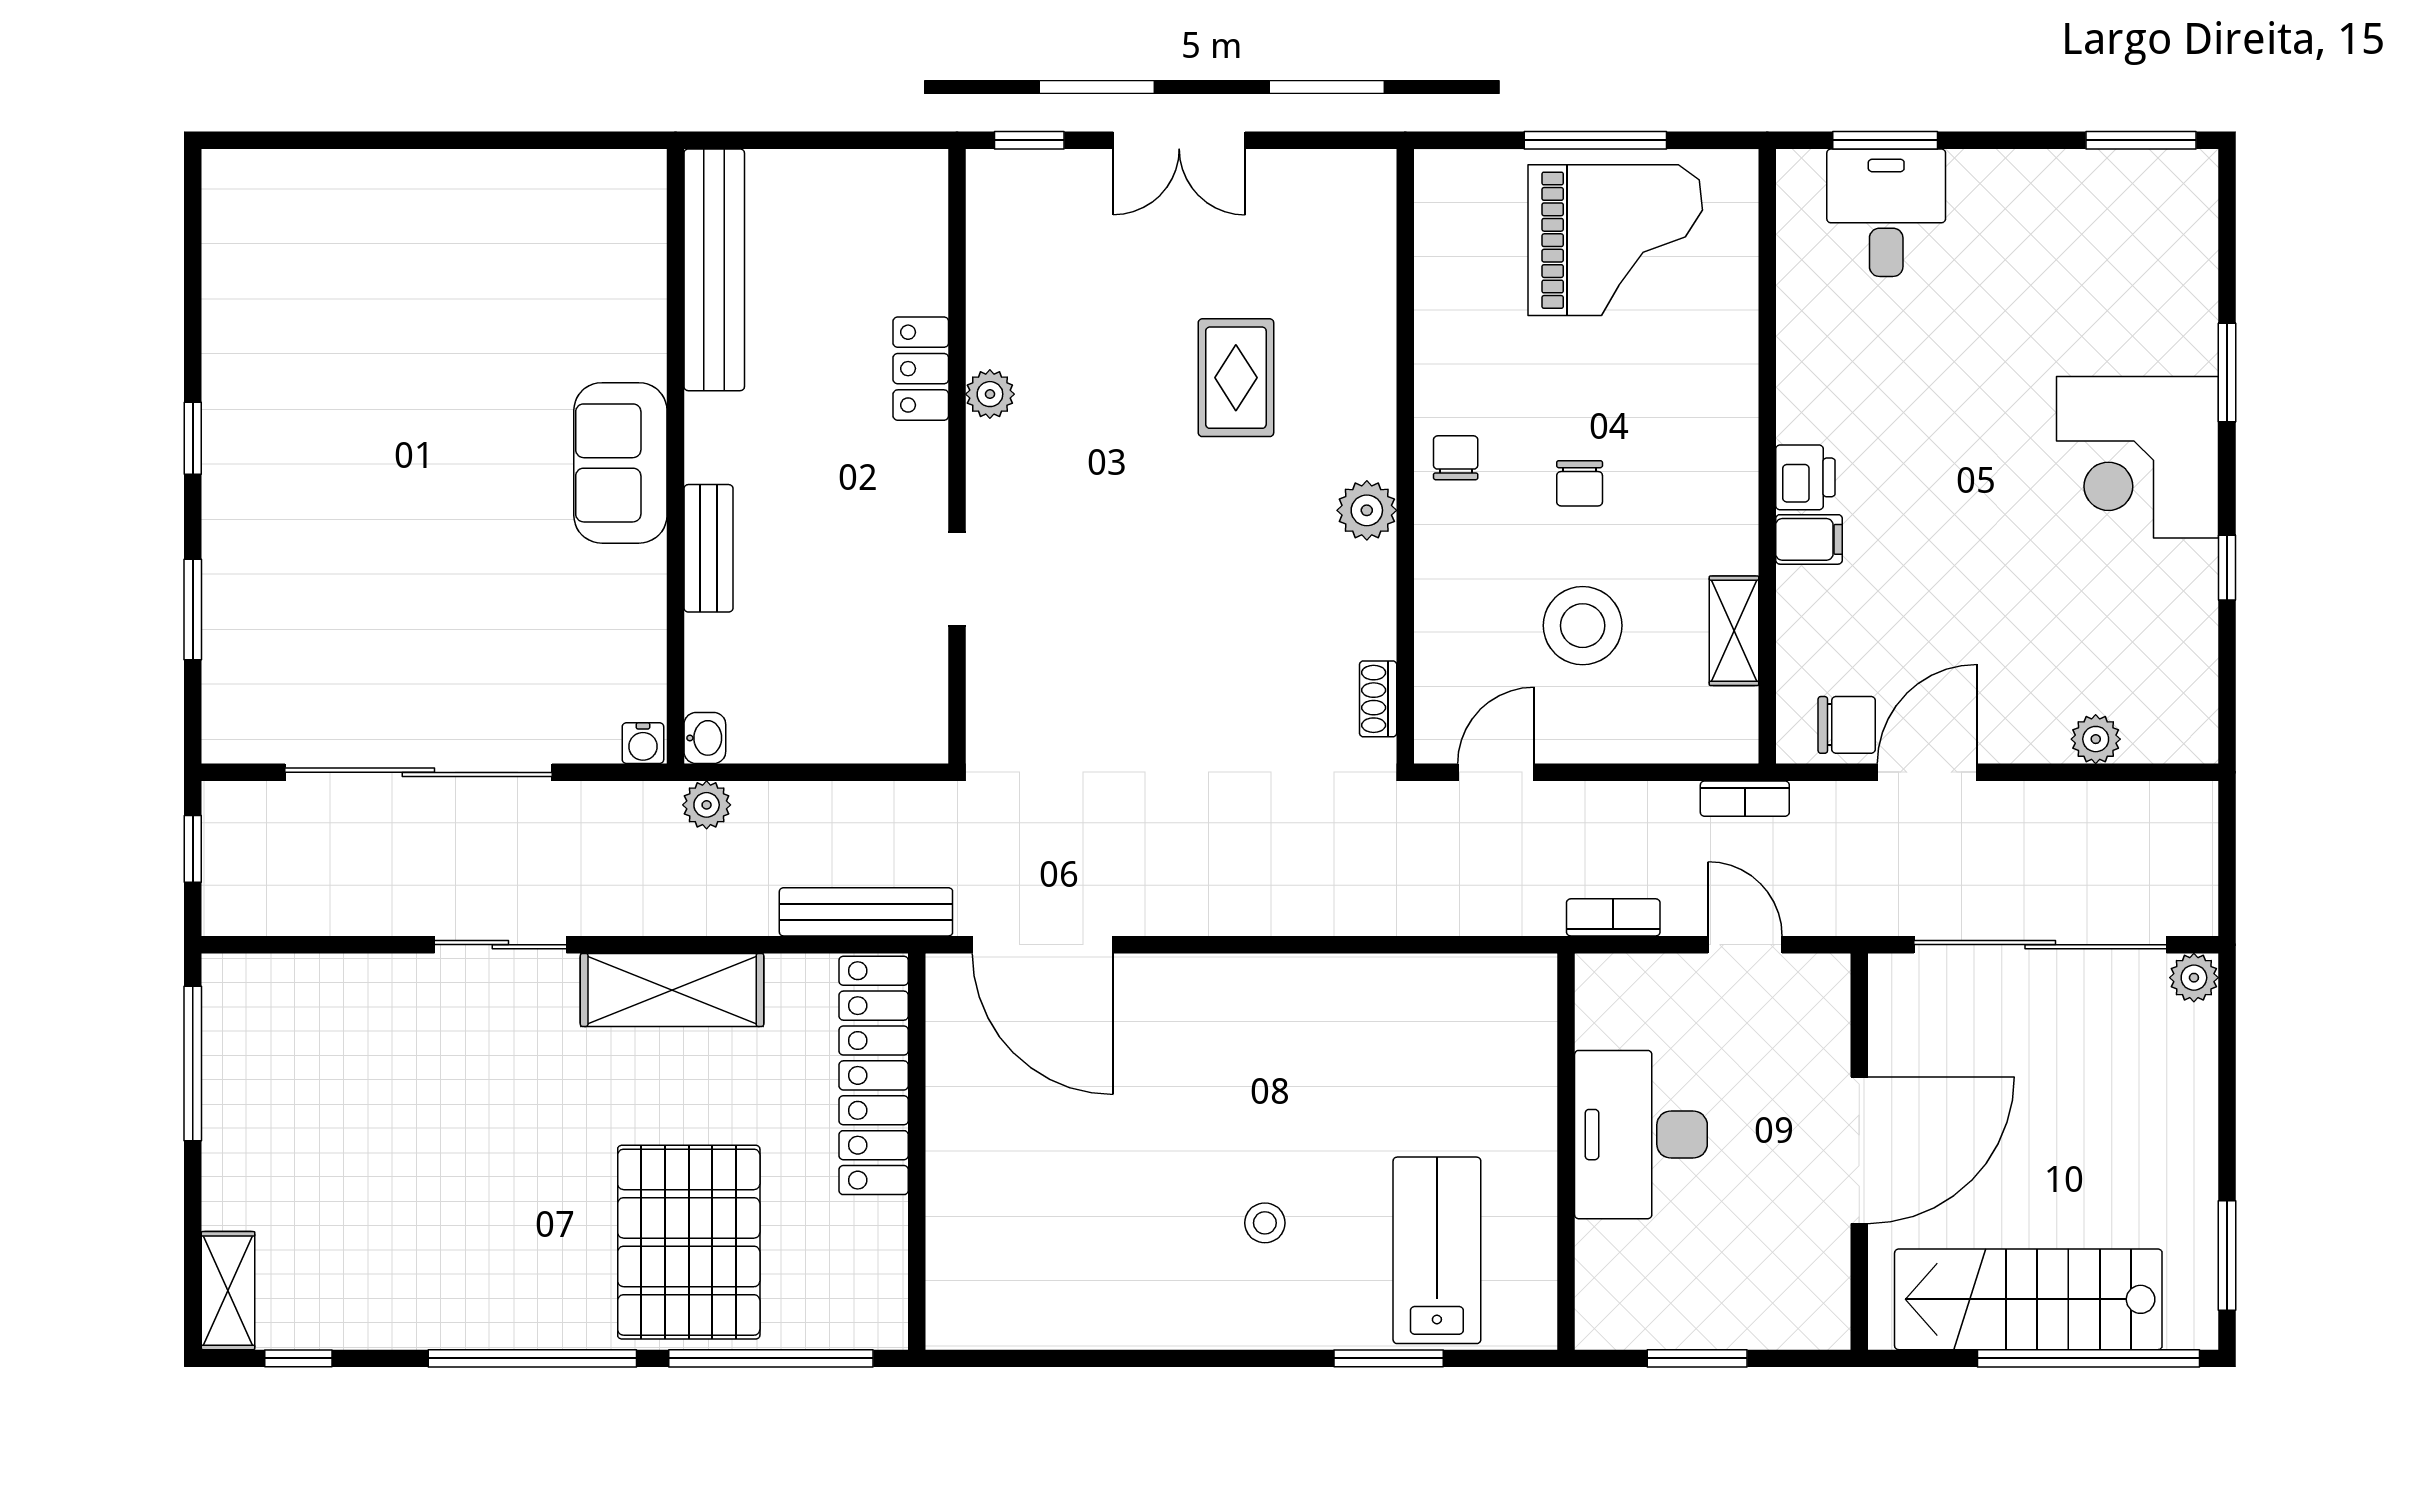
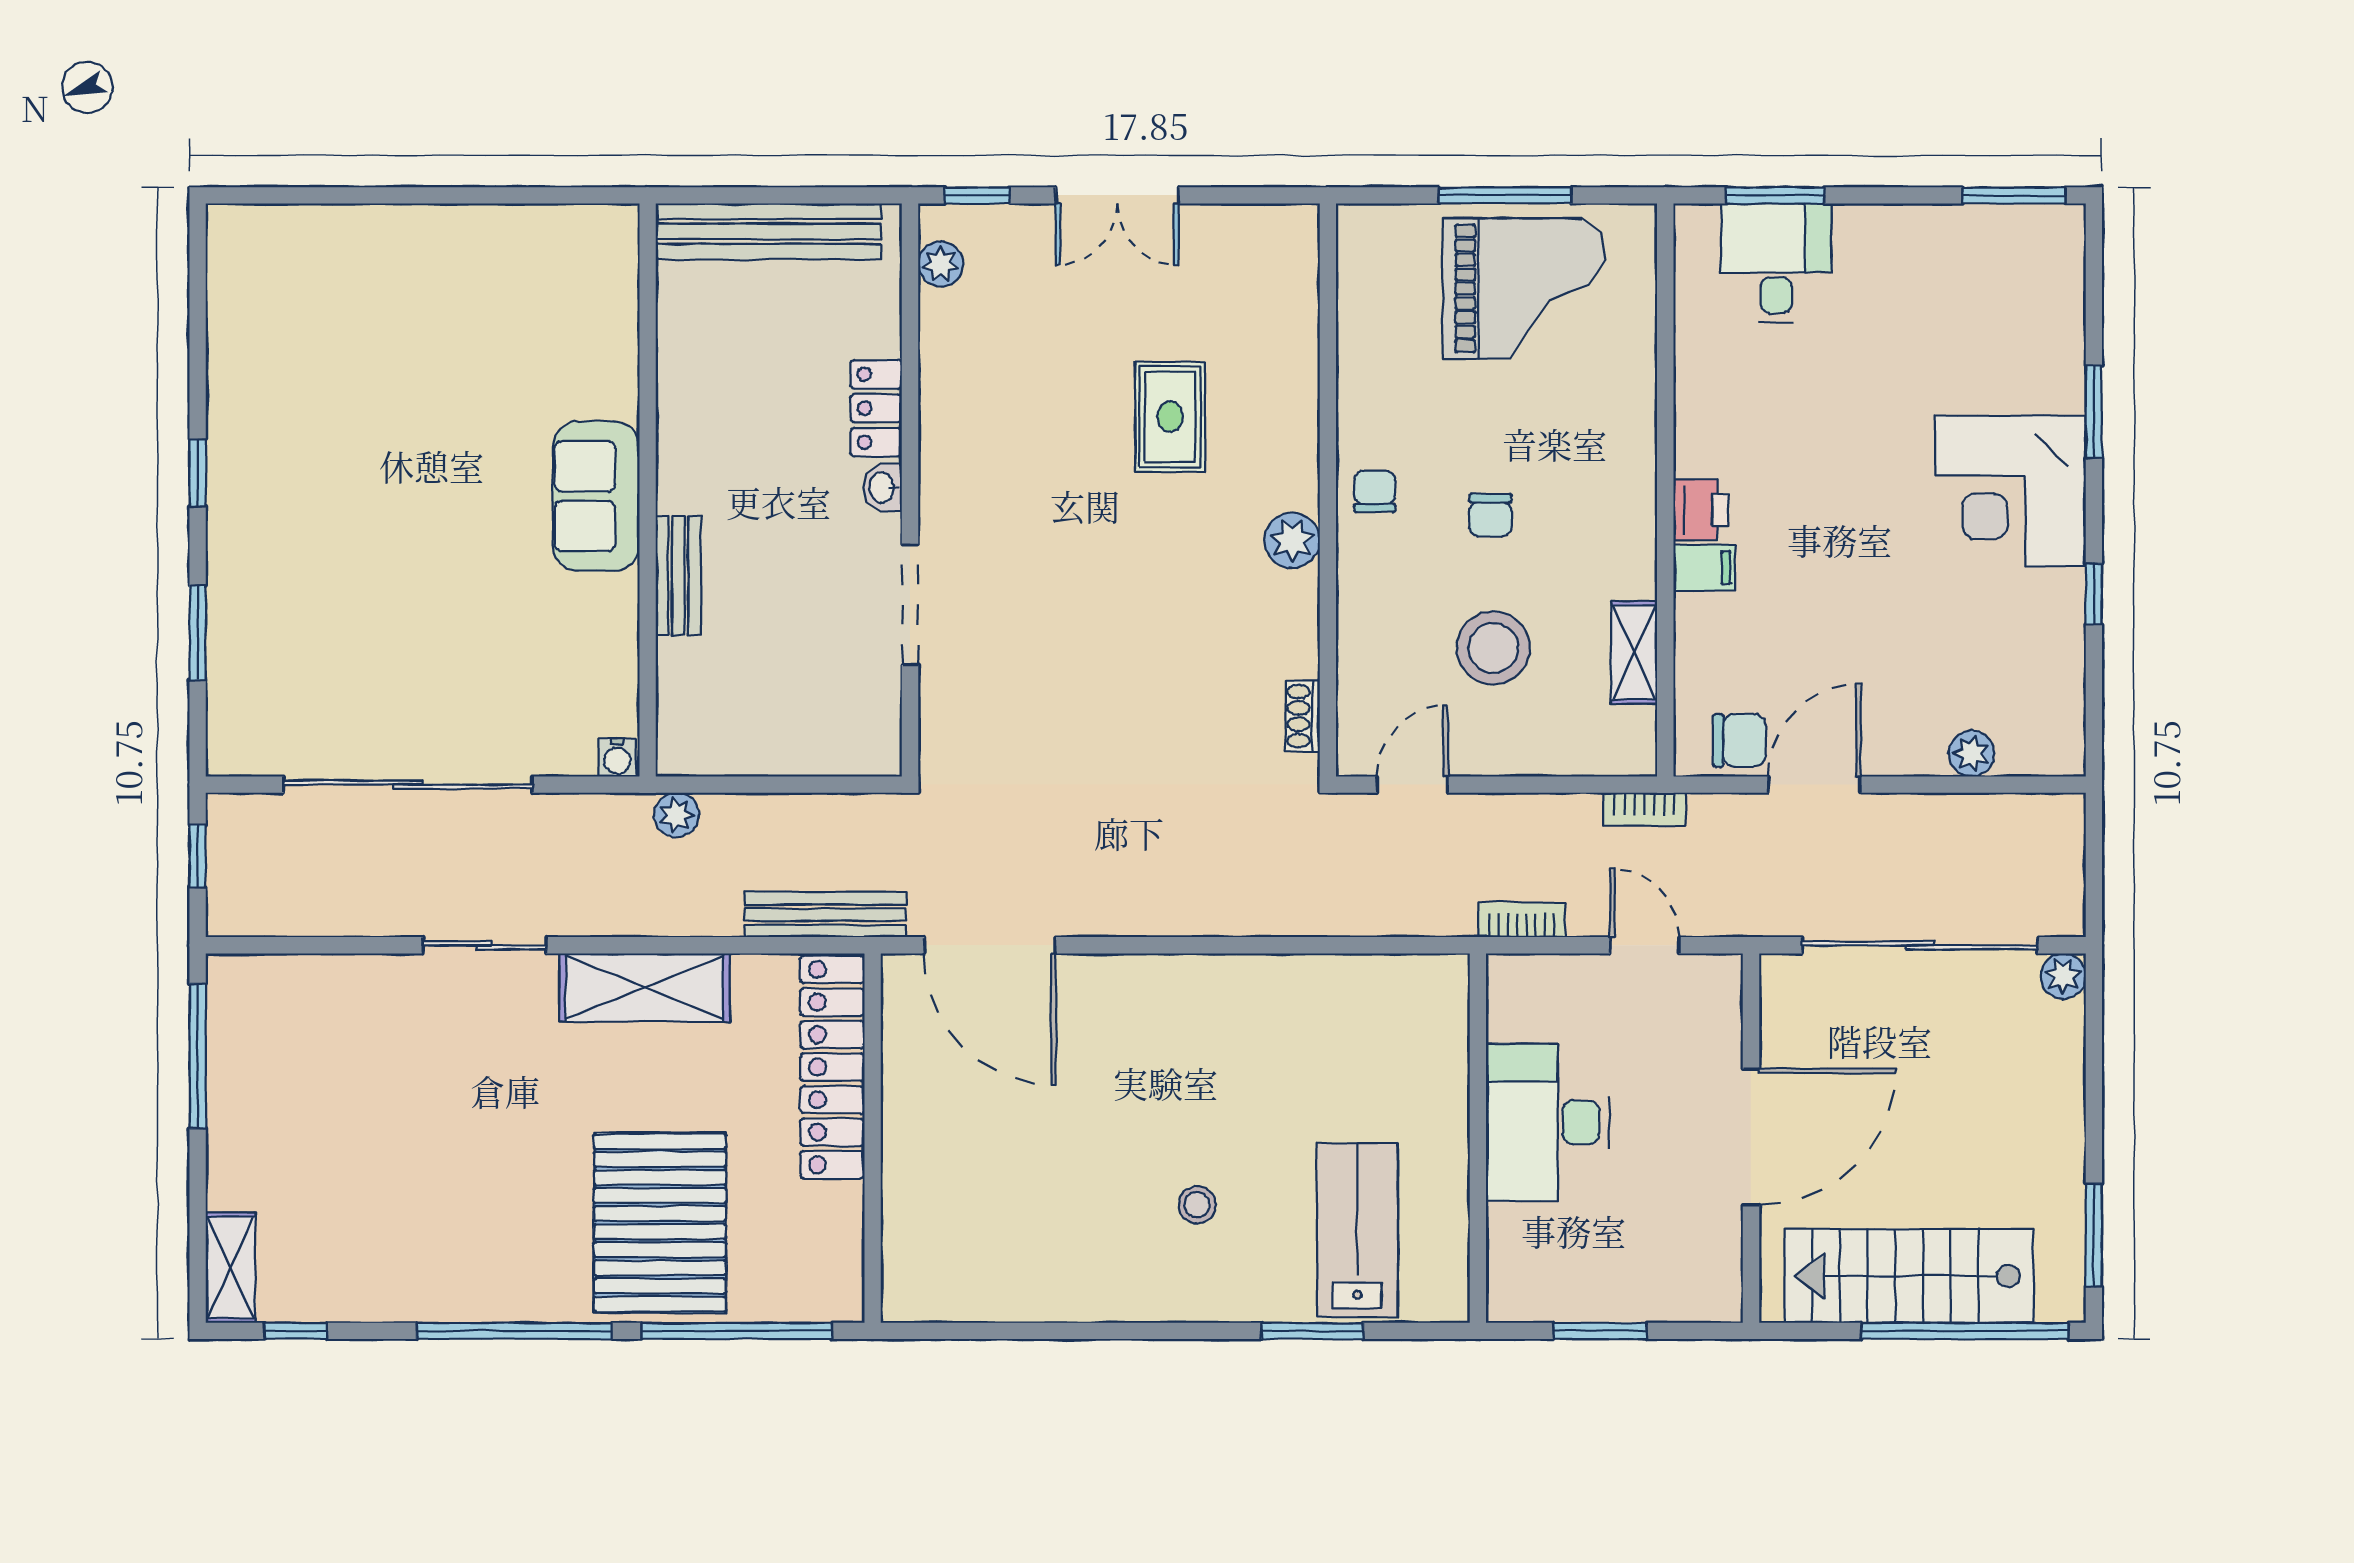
bench: (714, 270) -> (768, 231), moved, turned 90
plant: (990, 394) -> (941, 264), moved
doorway: (957, 579) -> (910, 605), width x1.38
washbasin: (705, 738) -> (883, 487), moved, turned 180

